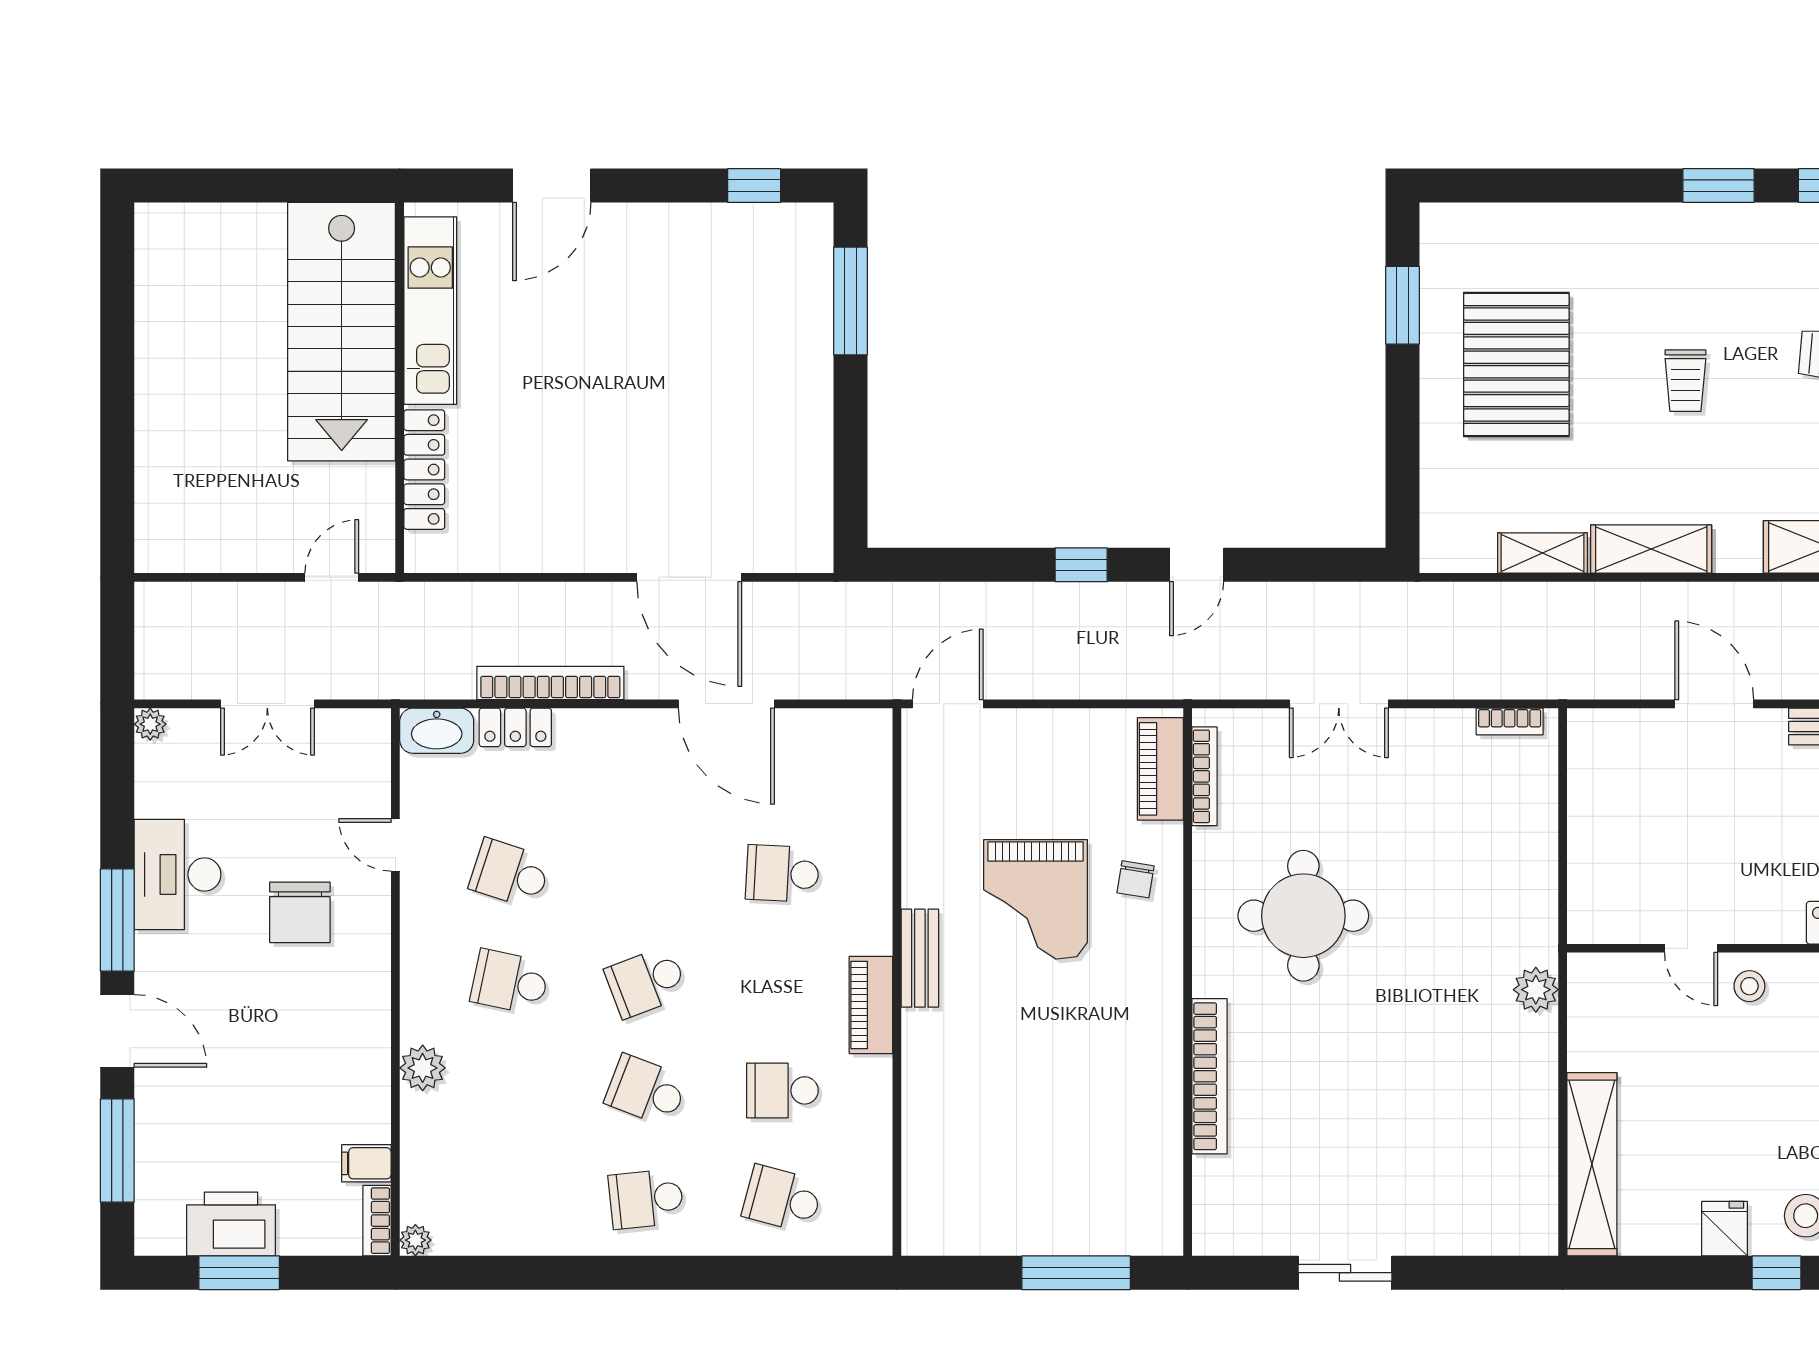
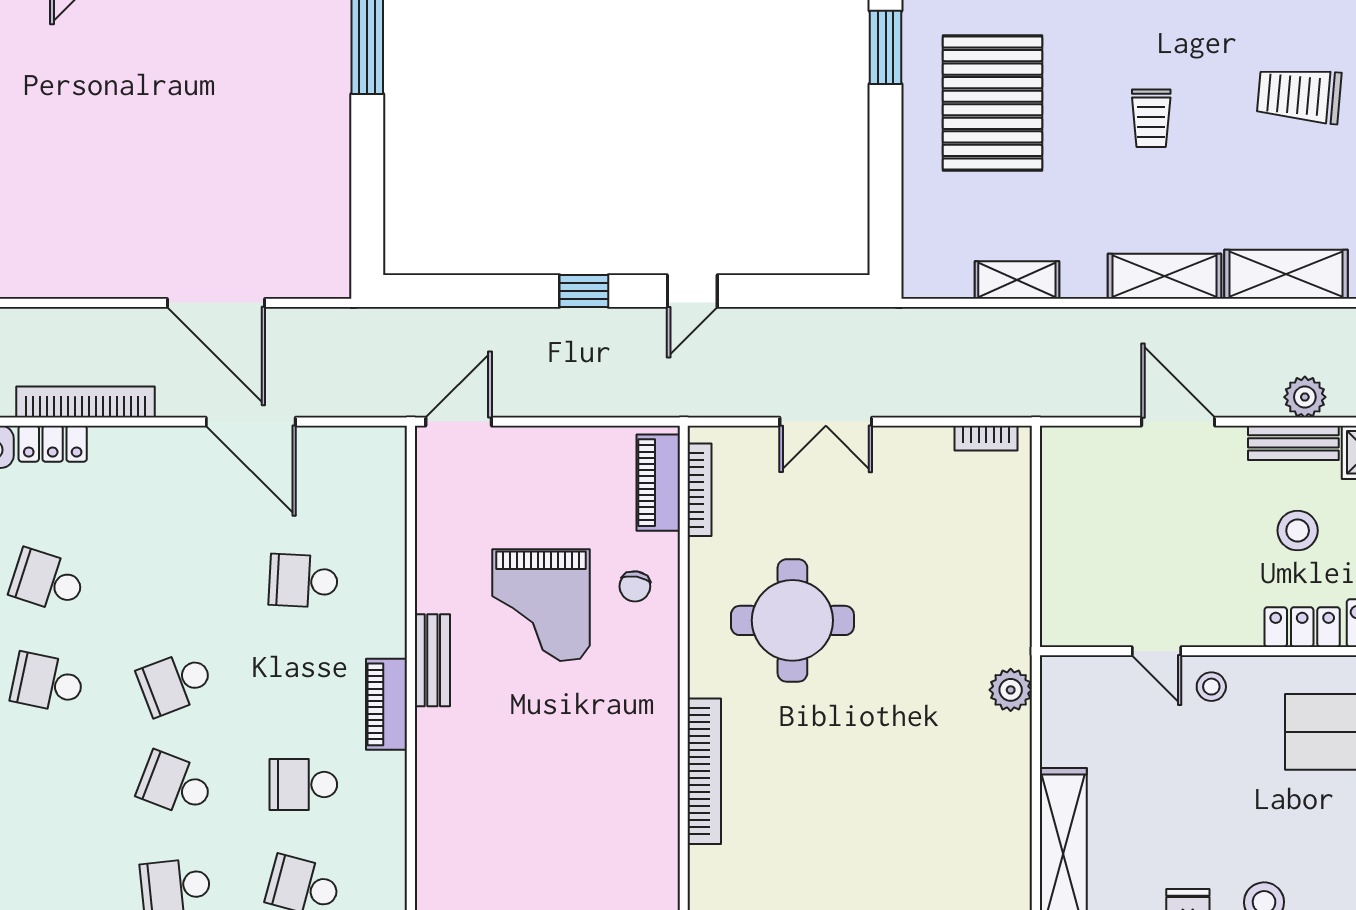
shelving: (1651, 549) -> (1165, 276), moved

